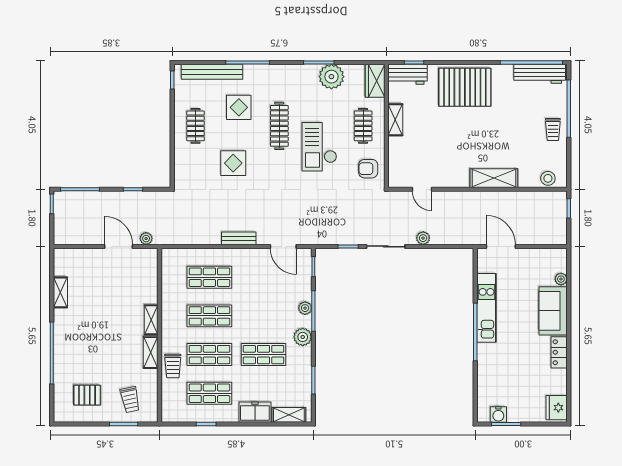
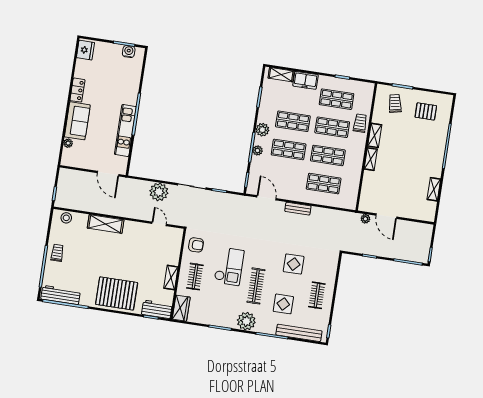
plant: (331, 77) -> (246, 321), moved
plant: (423, 238) -> (159, 192), width x1.88, depth x1.88
shop shelf: (264, 316) -> (289, 149), added

